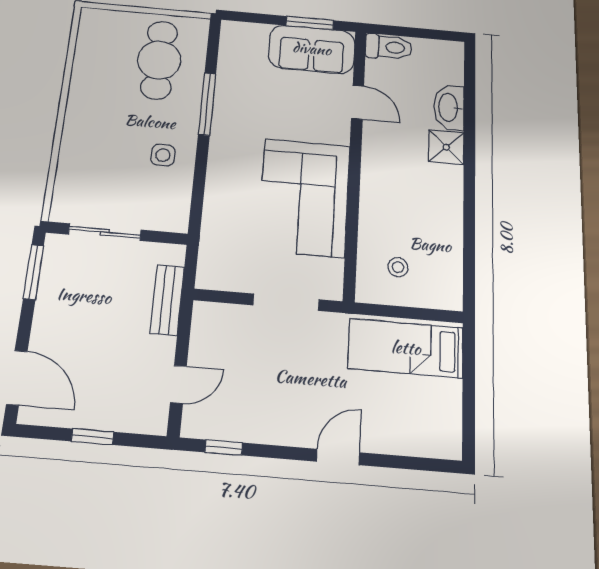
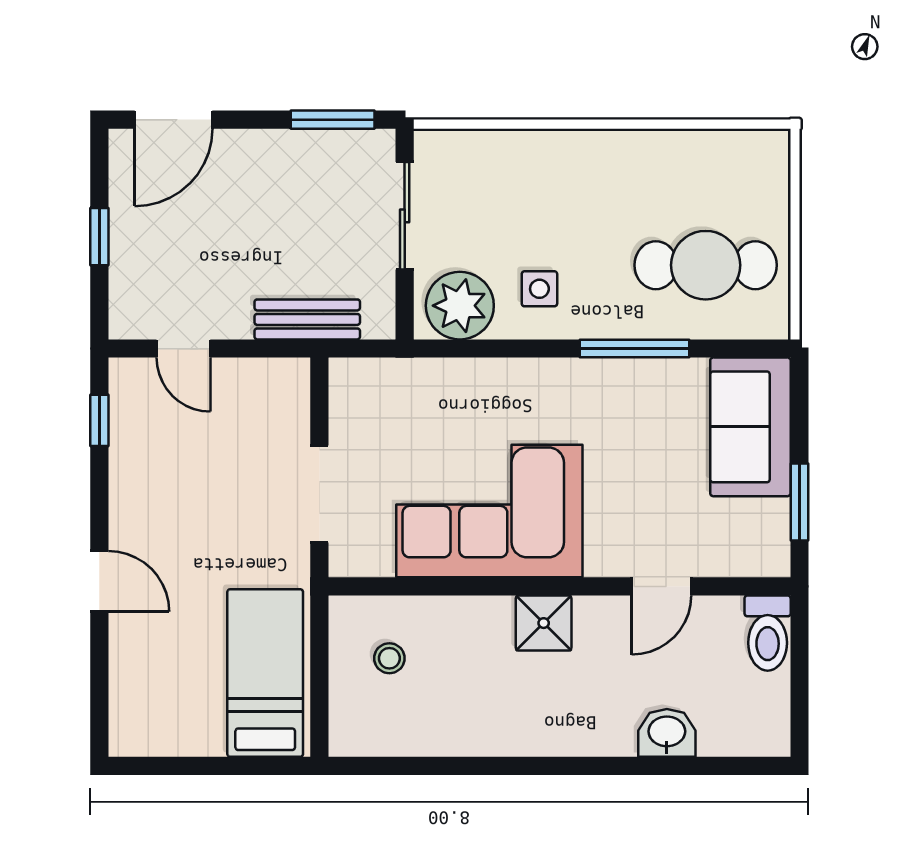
sofa: (312, 49) -> (750, 427), moved
washbasin: (449, 108) -> (667, 733), width x0.72
shower: (446, 147) -> (544, 623), moved
plant: (168, 203) -> (460, 306), added

